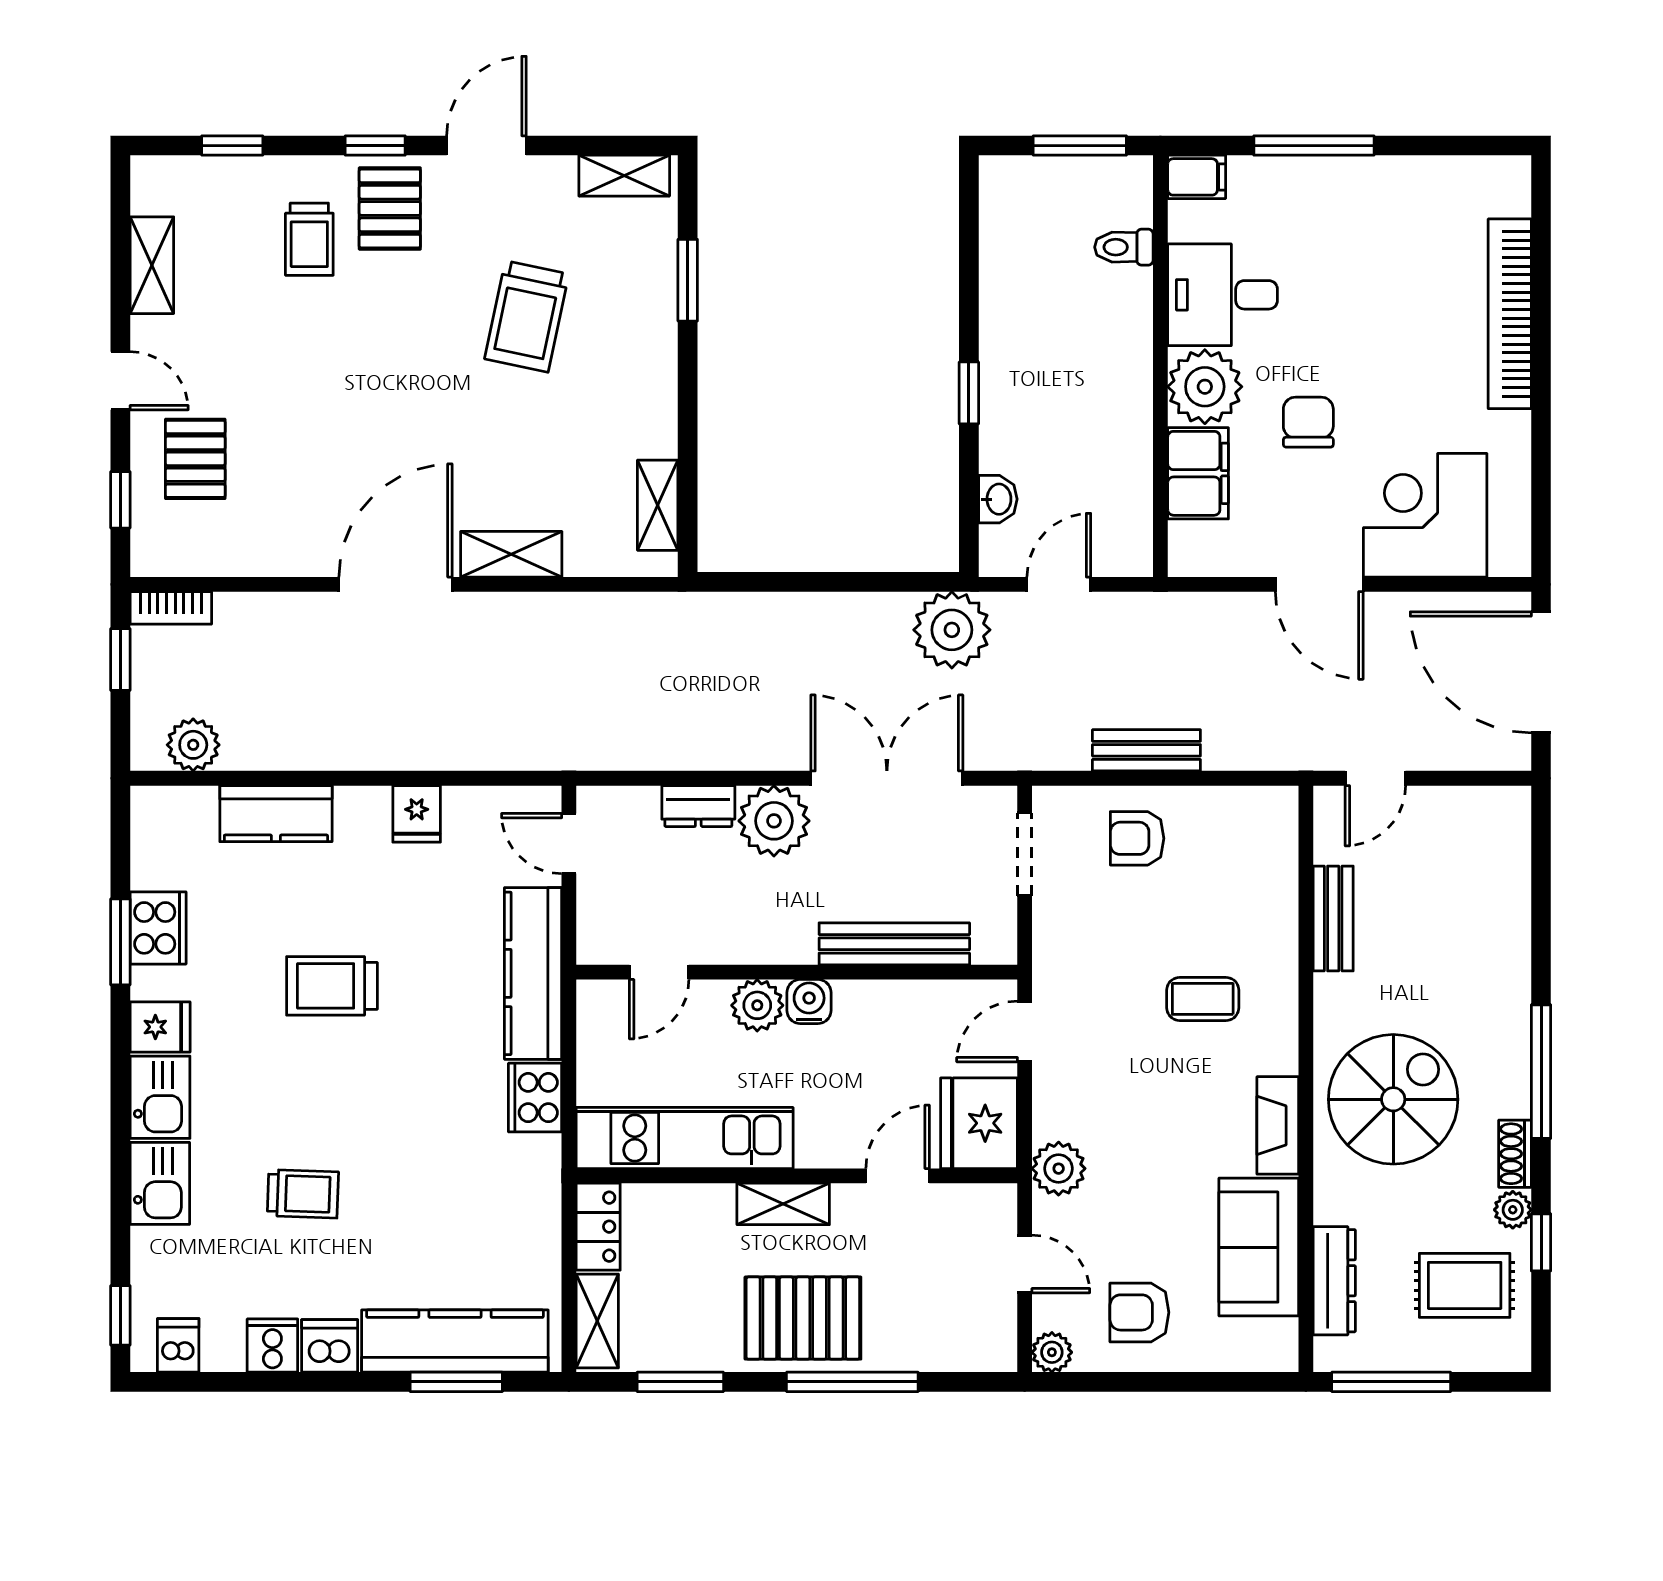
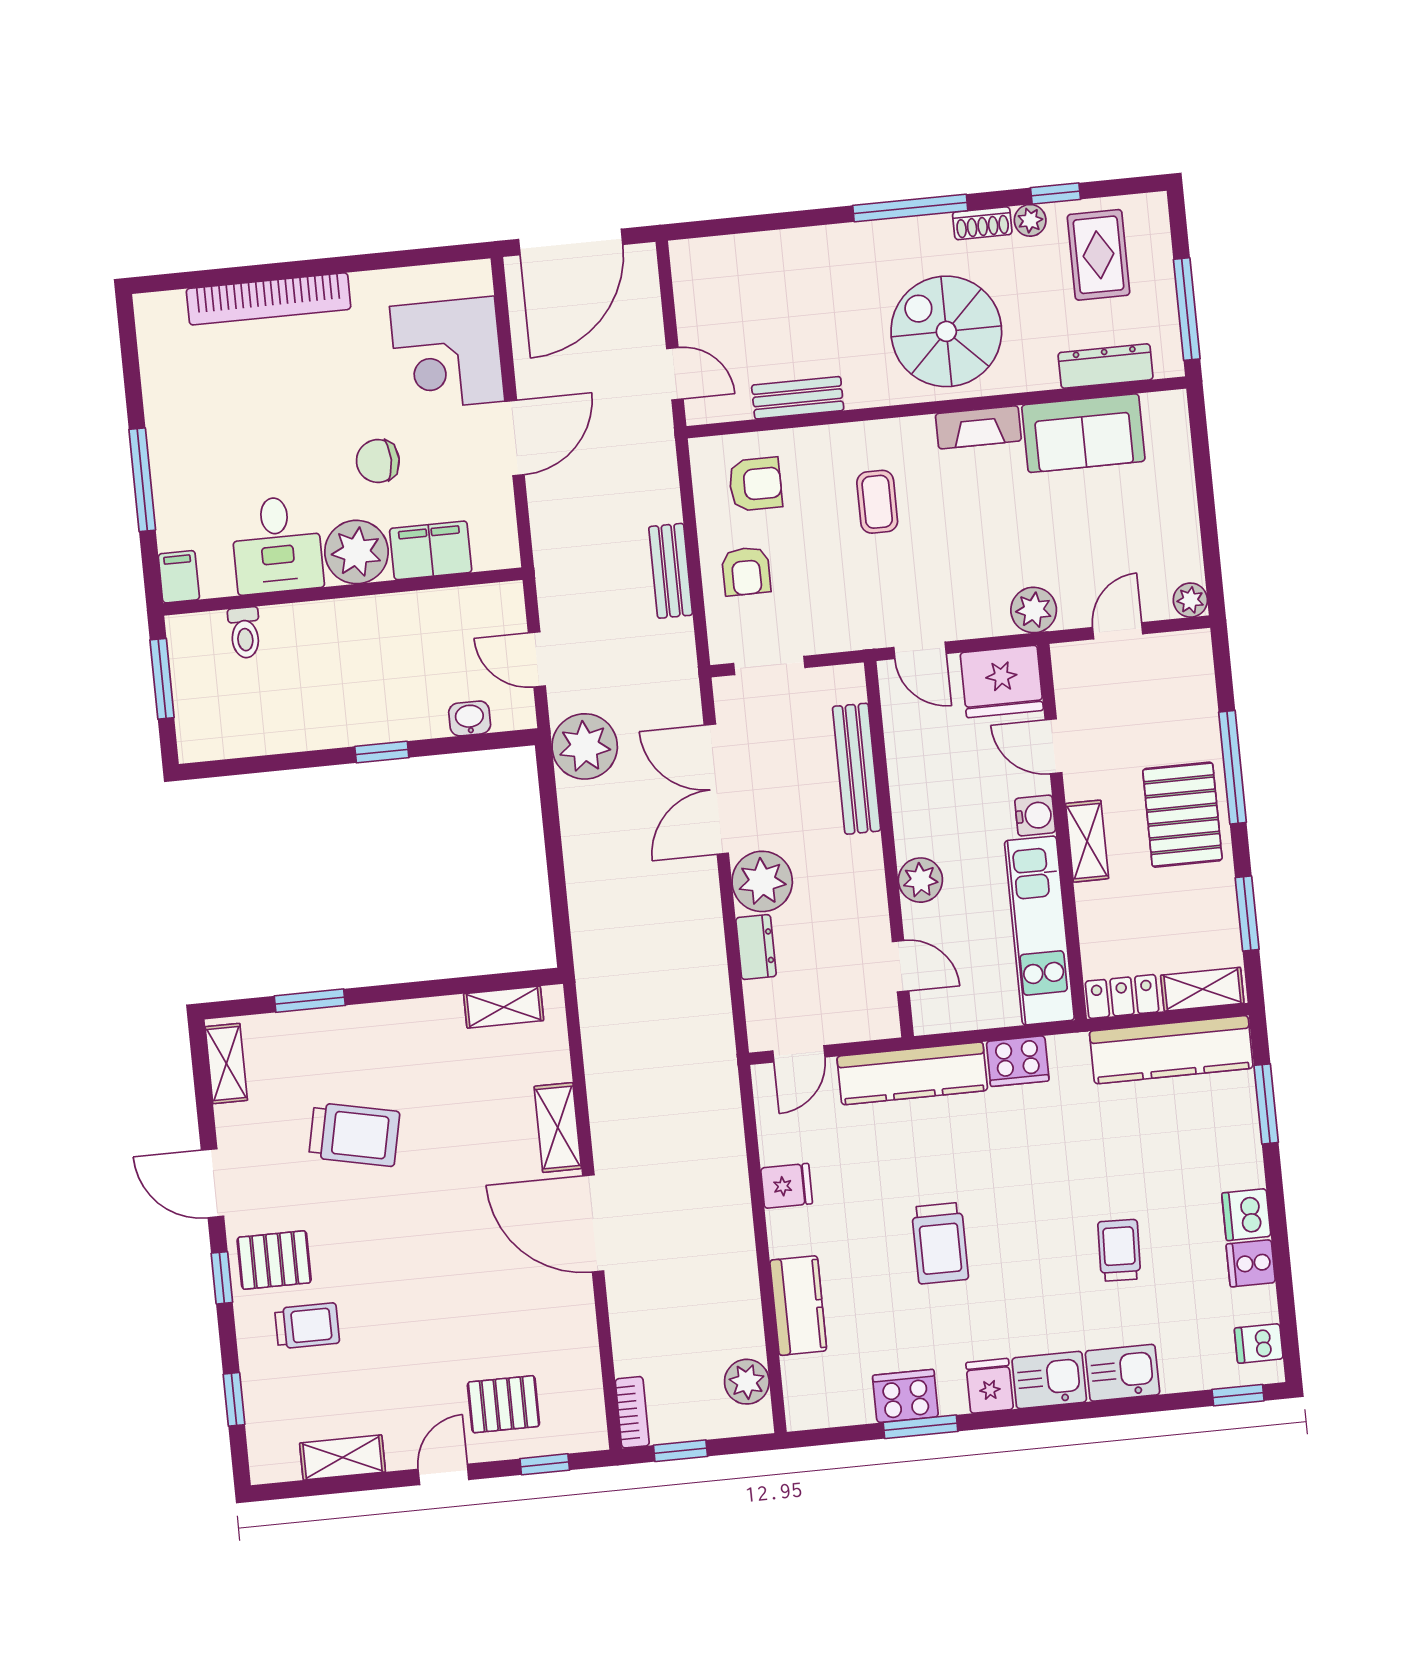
water cooler: (809, 1002) -> (1035, 815), moved, turned 180
armchair: (1139, 1312) -> (755, 484), moved, turned -90
kitchen counter: (455, 1341) -> (1171, 1050), moved, turned -90

